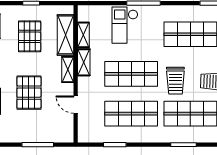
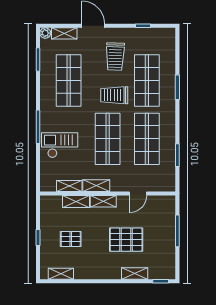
checkout: (125, 25) -> (60, 145), turned 180
shelving: (66, 35) -> (76, 201), width x0.67, depth x0.75
pallet: (30, 36) -> (71, 239), width x0.67, depth x0.71
trolley: (175, 81) -> (114, 95), turned 180

